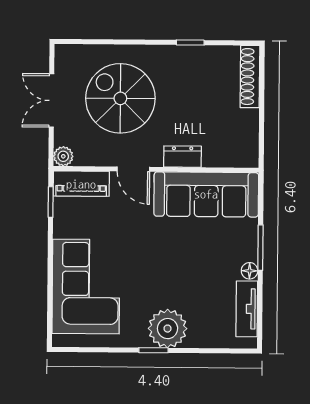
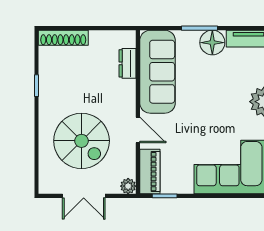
spiral stairs: (120, 98) -> (82, 141), turned -90
dresser: (183, 157) -> (128, 63), moved
door: (133, 169) -> (138, 130), hinge flipped
floor lamp: (250, 271) -> (212, 43), width x1.89, depth x1.89

